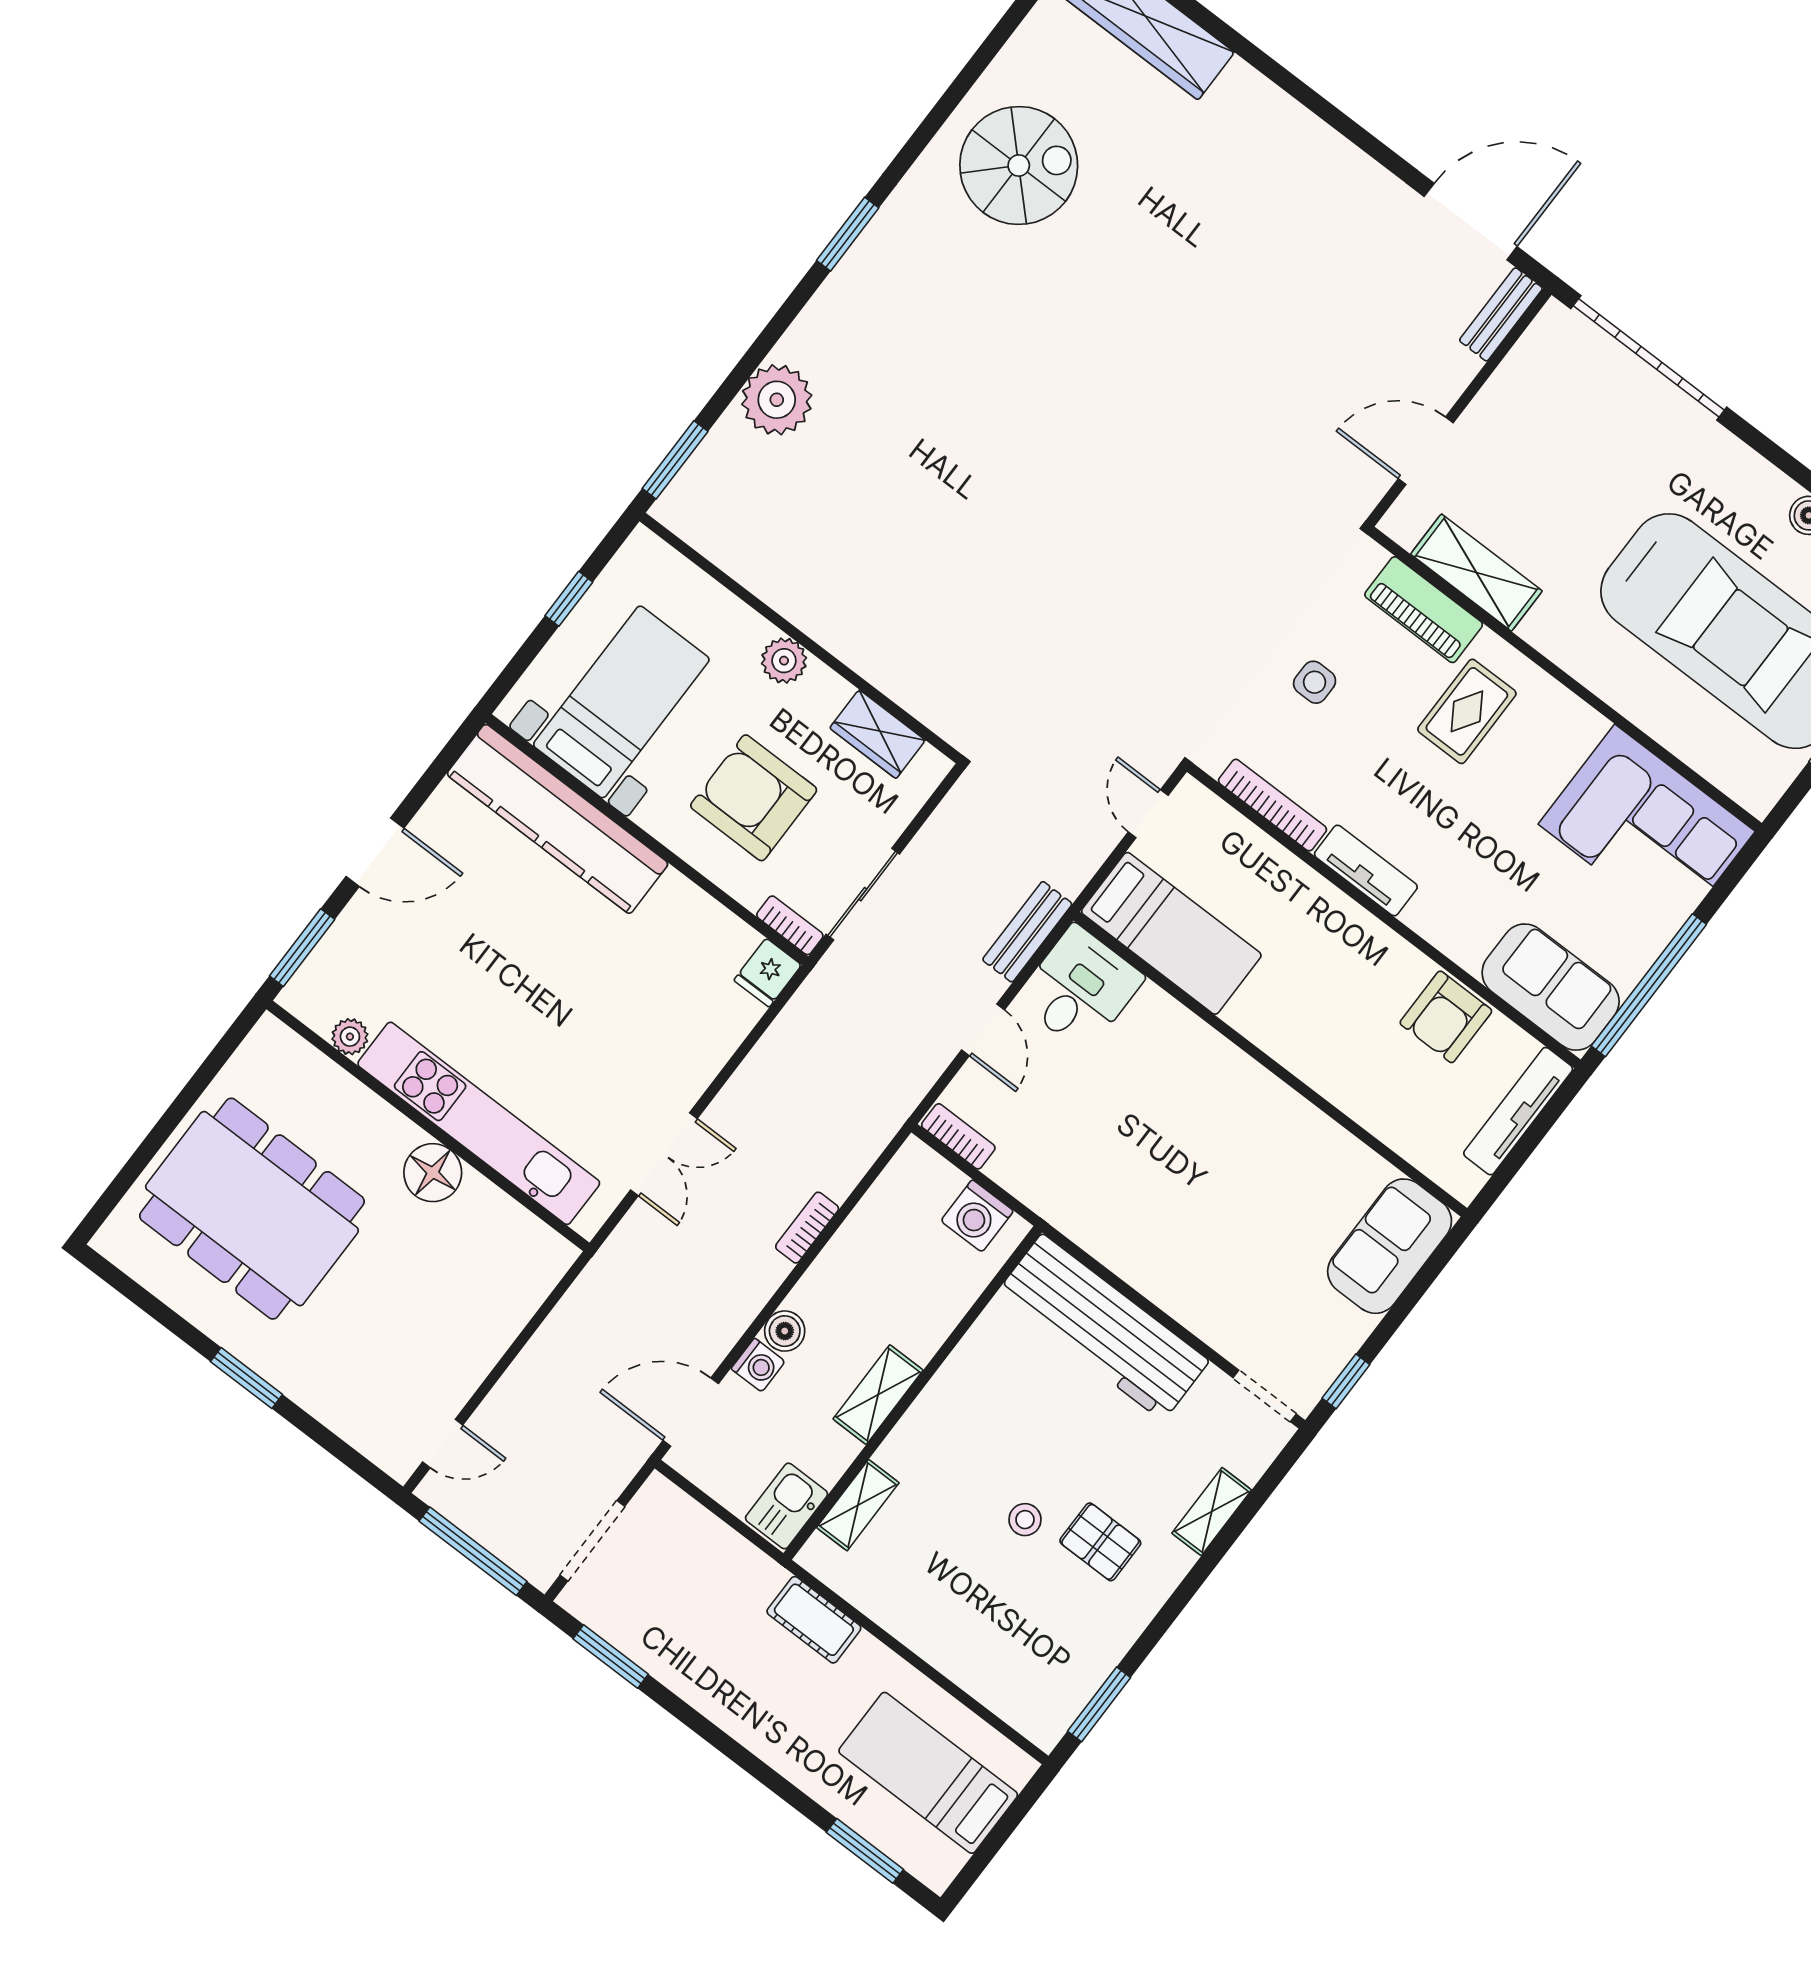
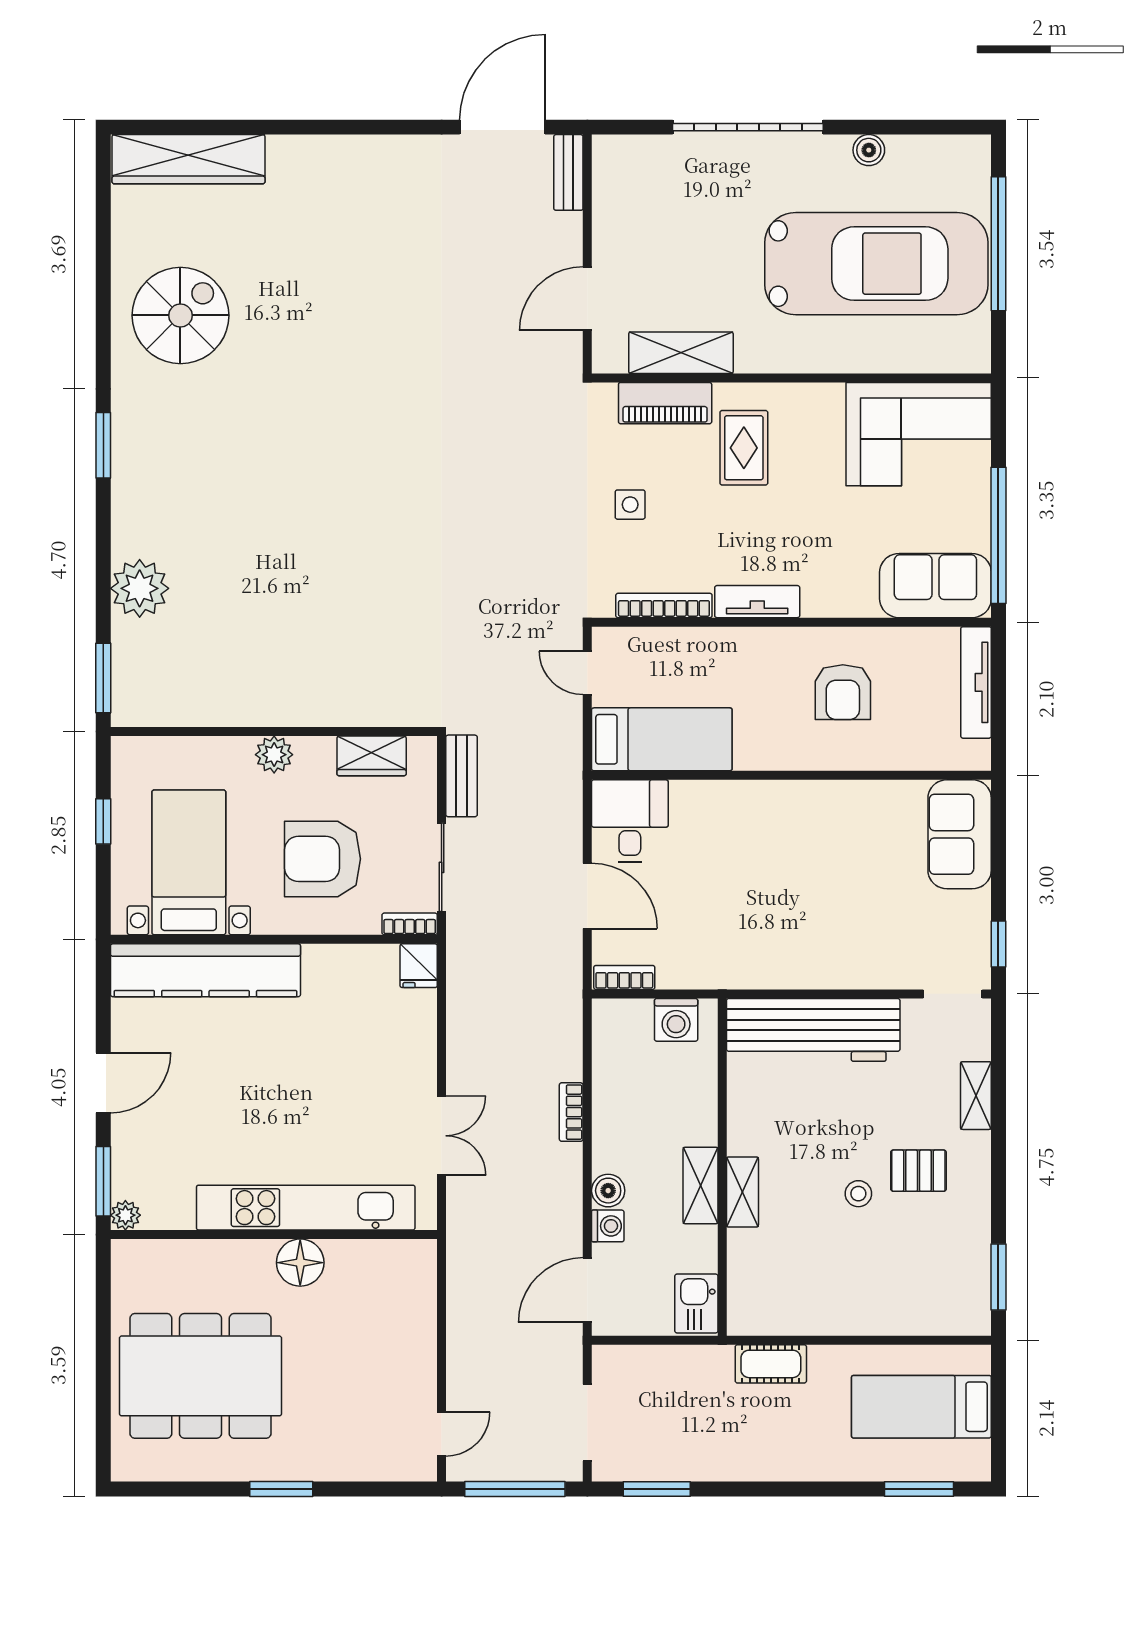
garage door: (1649, 358) -> (748, 127), moved
bench: (1027, 932) -> (462, 776), moved
armchair: (1446, 1017) -> (843, 692), moved
door: (983, 1030) -> (587, 896), width x1.38
plant: (350, 1037) -> (125, 1215), moved
shelving: (858, 1505) -> (742, 1192), moved

